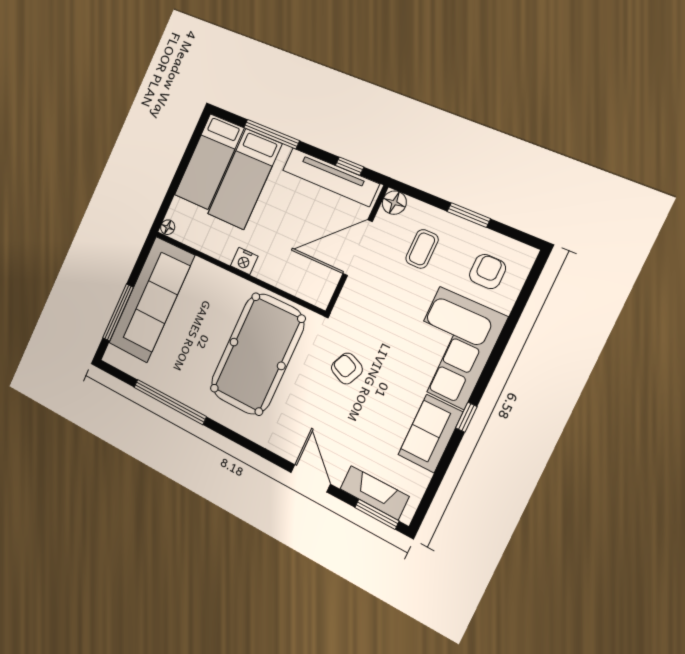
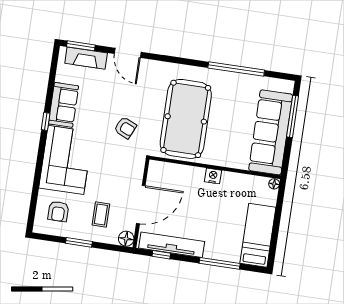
bed: (245, 179) -> (229, 230), removed

